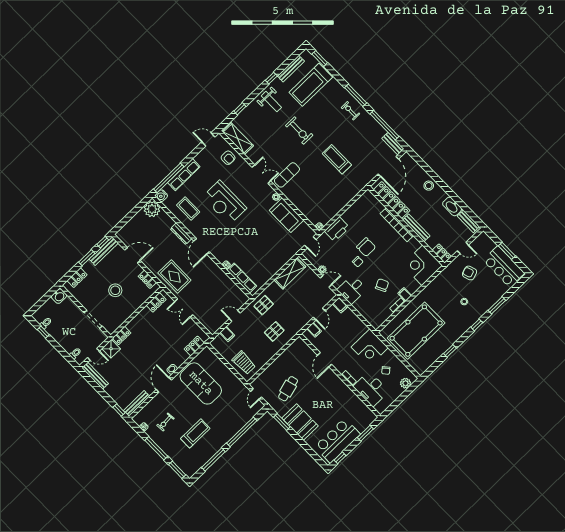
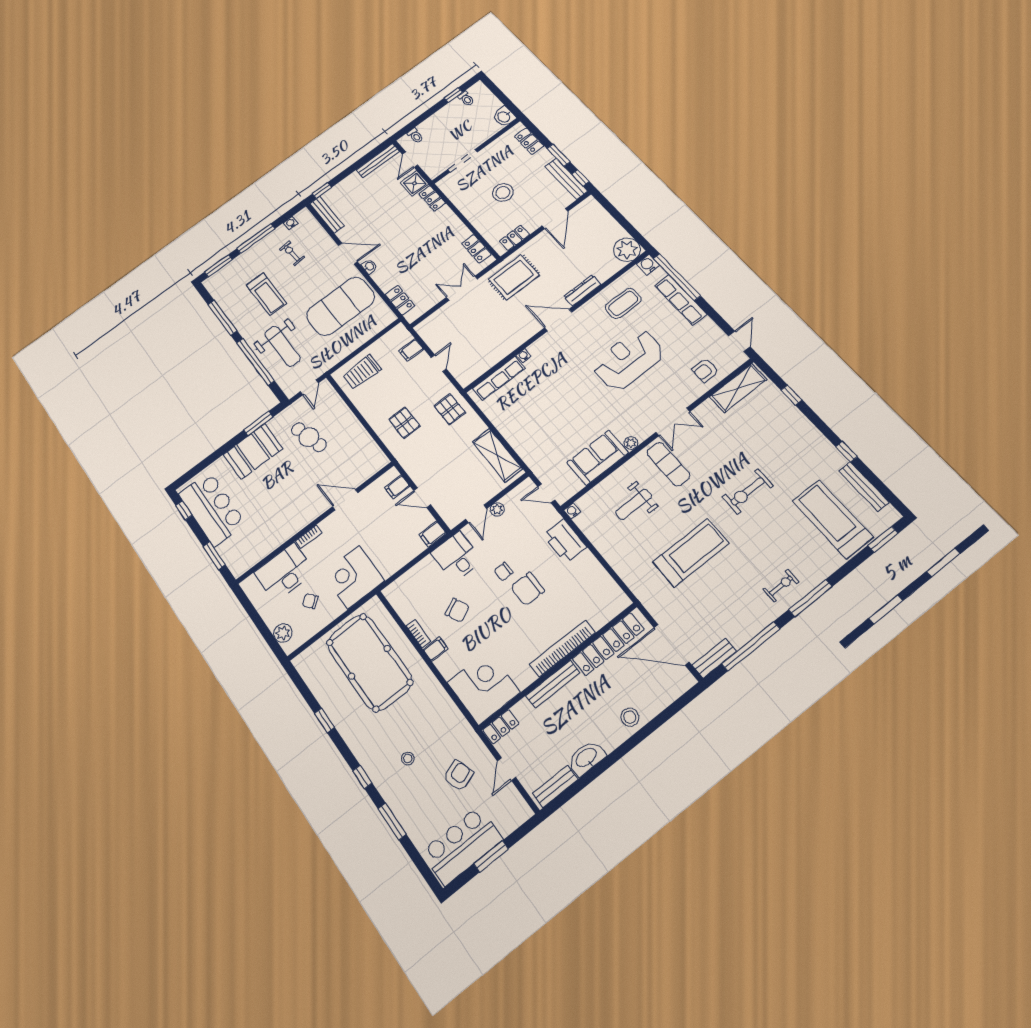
weight bench: (271, 102) -> (634, 504), moved
treadmill: (337, 159) -> (691, 553), width x1.37, depth x1.38
door: (256, 394) -> (309, 387), swing flipped
weight bench: (230, 416) -> (282, 346), added

